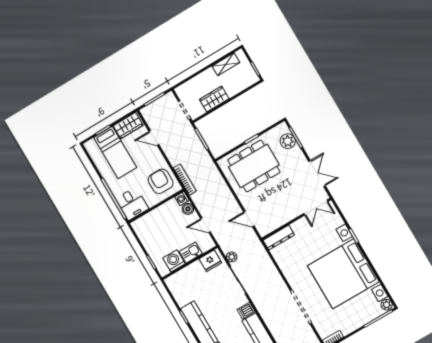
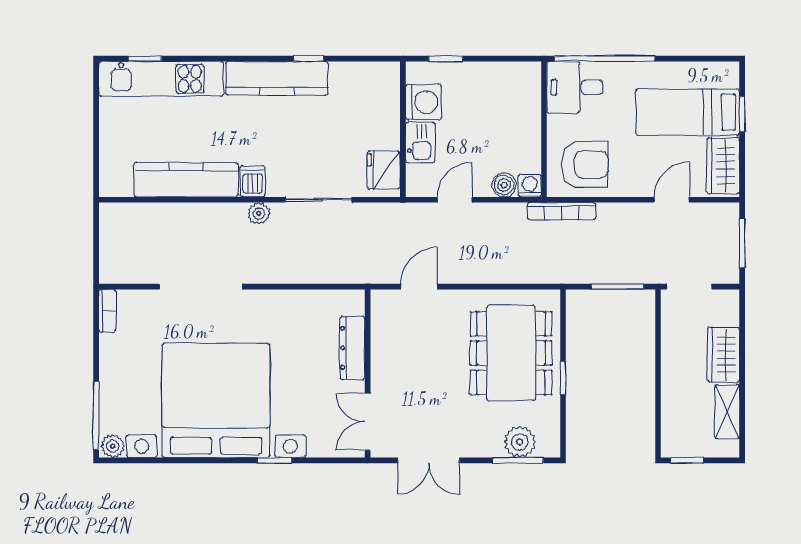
wardrobe: (214, 99) -> (724, 355), moved, turned 180
dresser: (279, 238) -> (352, 348), moved
plant: (232, 257) -> (259, 213), moved

